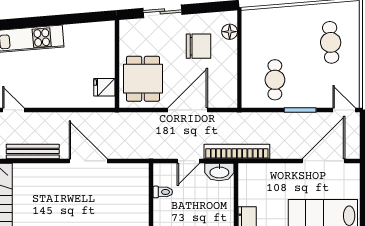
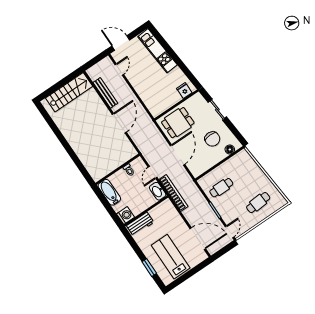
fridge: (104, 87) -> (184, 91), moved
door: (188, 110) -> (177, 155), hinge flipped
door: (188, 161) -> (153, 172), hinge flipped

